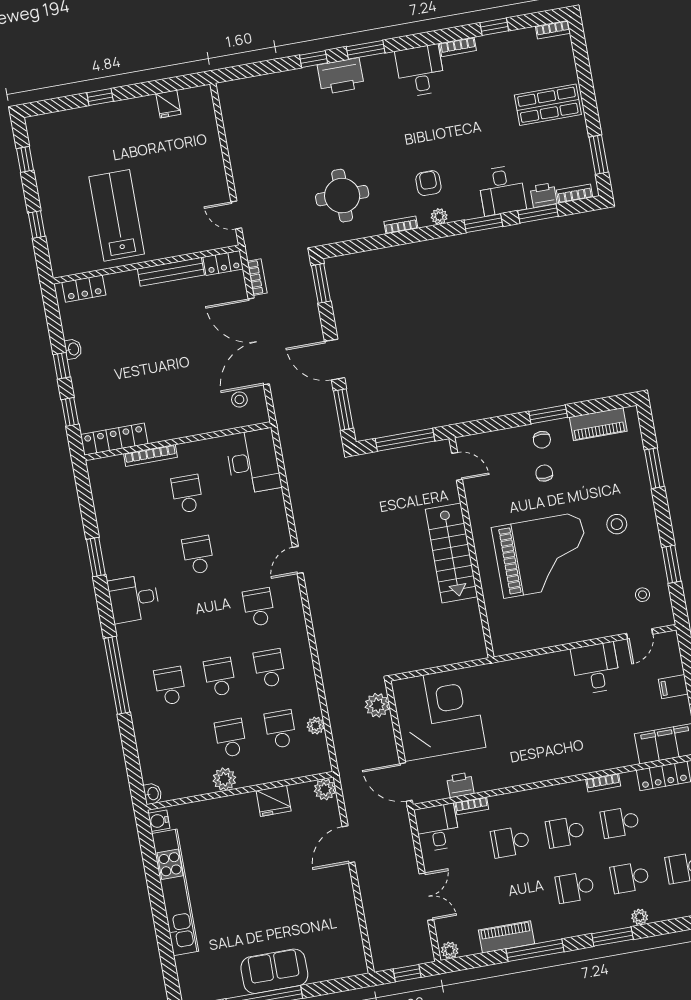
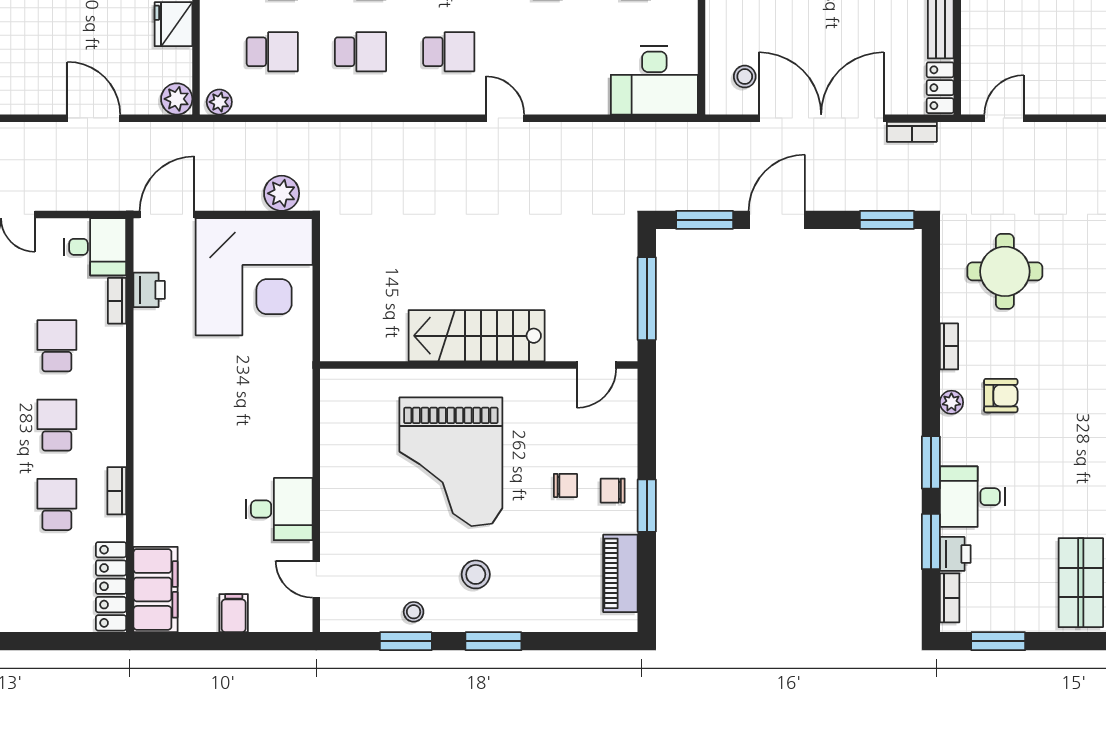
window: (654, 468) -> (493, 641), moved
stool: (642, 595) -> (414, 612), moved
plant: (316, 726) -> (219, 102), moved

